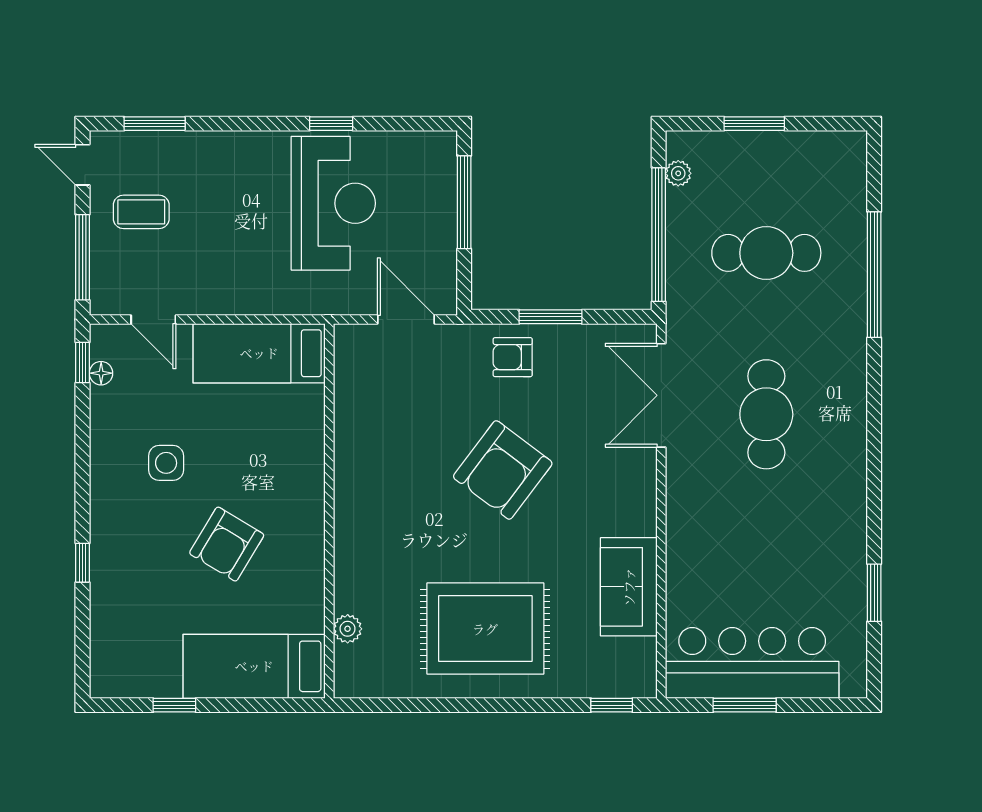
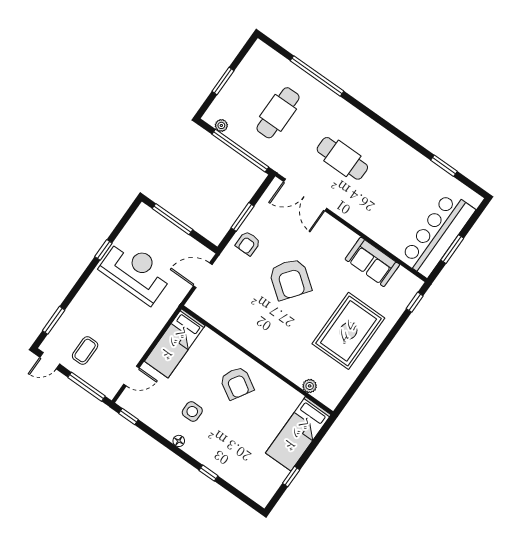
floor lamp: (101, 373) -> (179, 441), moved
armchair: (227, 544) -> (237, 383), moved

